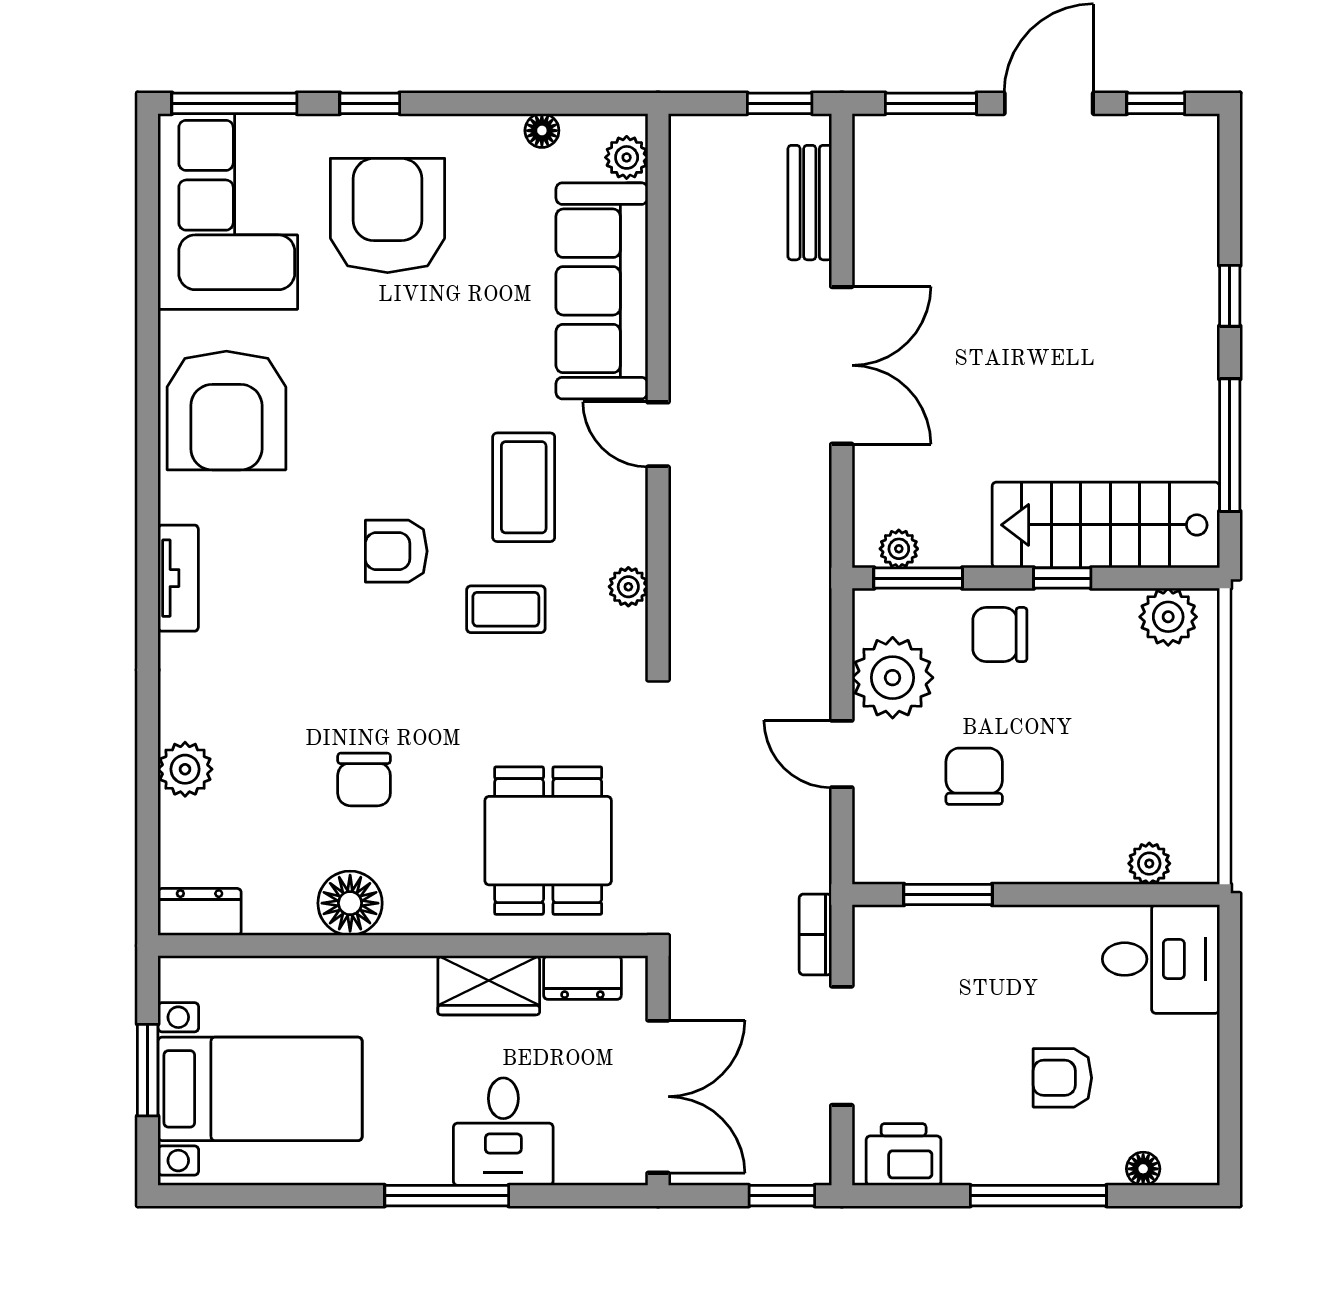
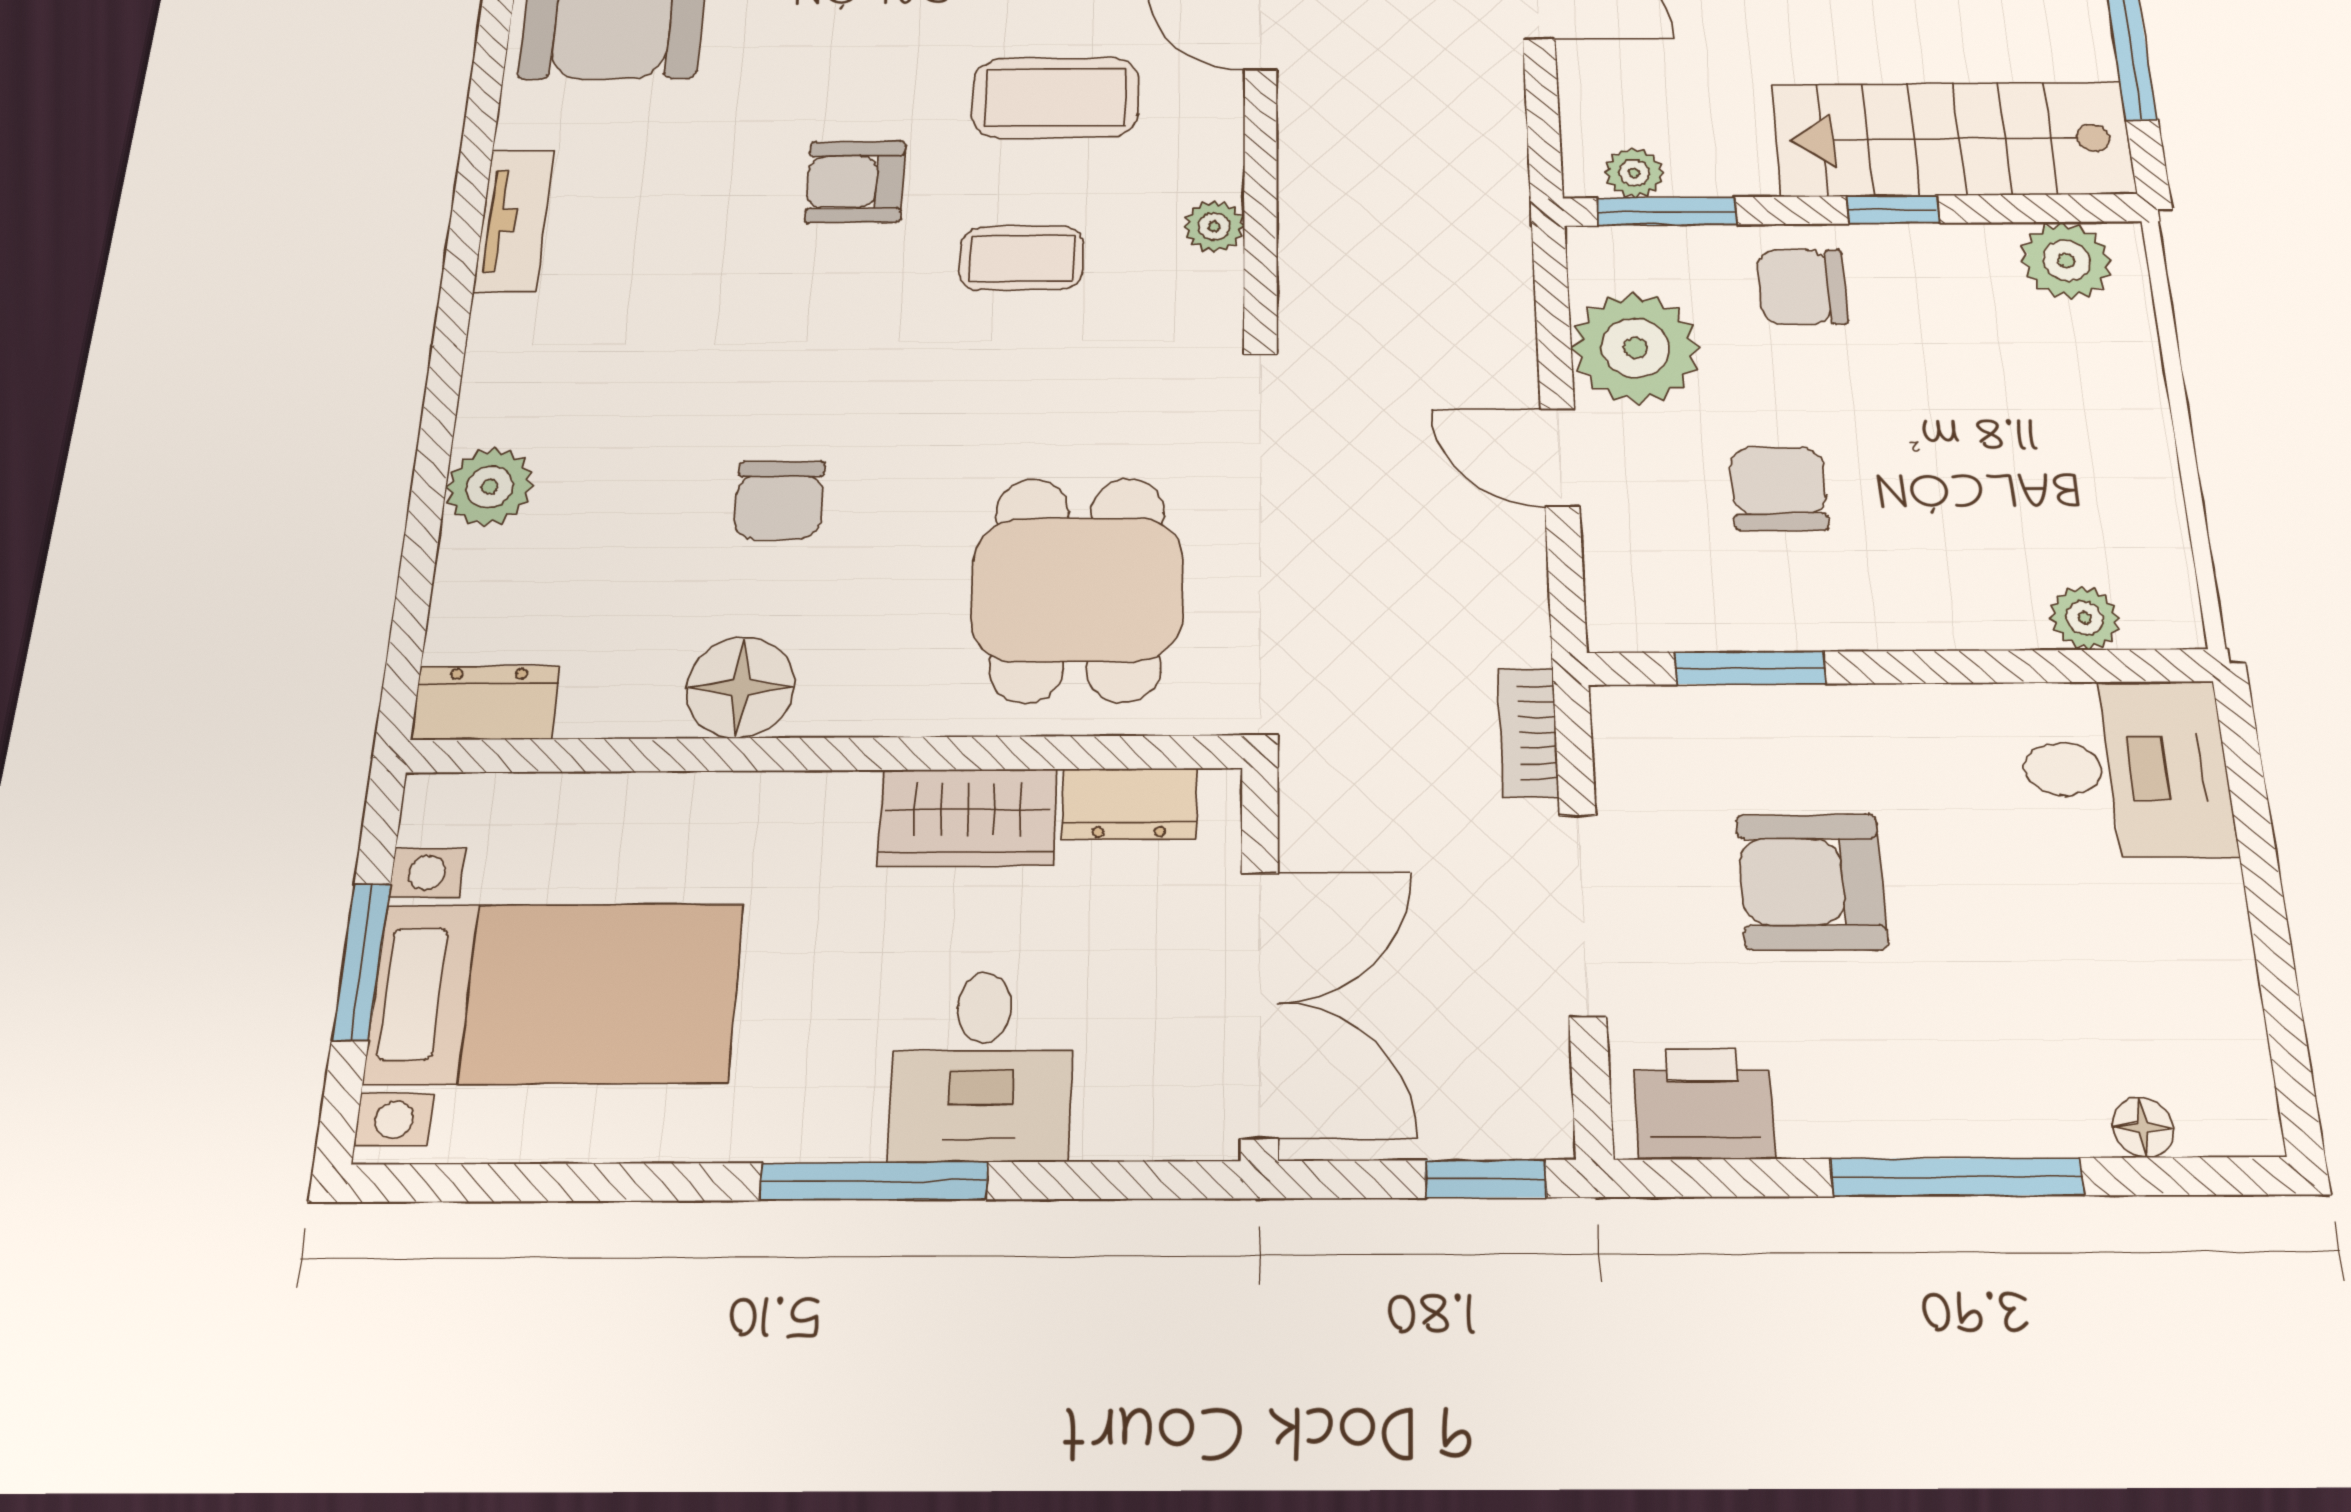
coffee table: (524, 487) -> (1056, 98), turned 90
armchair: (1062, 1078) -> (1811, 882), moved, width x1.38, depth x1.38

